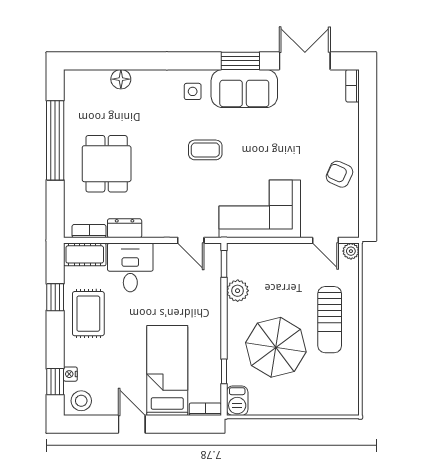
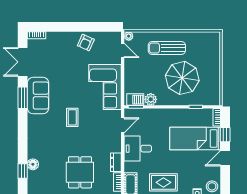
window: (109, 61) -> (23, 171), added
side table: (193, 91) -> (40, 124), removed
dining table: (107, 164) -> (80, 172), turned 90
door: (325, 240) -> (123, 50), hinge flipped
desk: (130, 267) -> (138, 149), moved
sun lounger: (330, 320) -> (167, 48), turned 180
barbecue: (237, 401) -> (135, 100), moved
window: (174, 424) -> (225, 135), added

